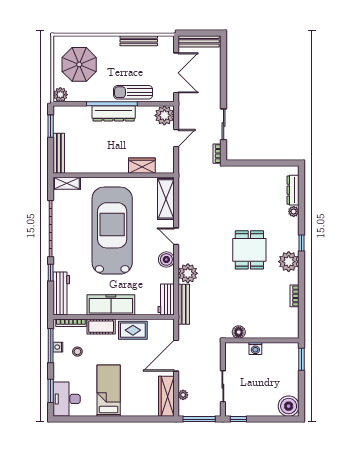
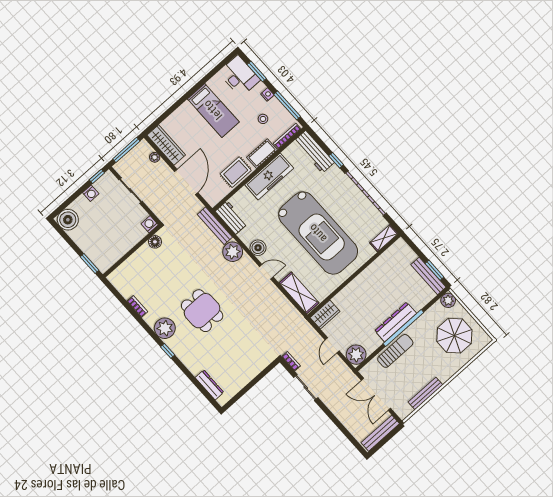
bench: (59, 153) -> (428, 276), moved
wardrobe: (142, 166) -> (325, 314), moved
plant: (294, 211) -> (195, 369), removed
nightstand: (58, 347) -> (267, 94), moved
washing machine: (255, 349) -> (150, 224), moved
washing machine: (254, 411) -> (91, 193), added

